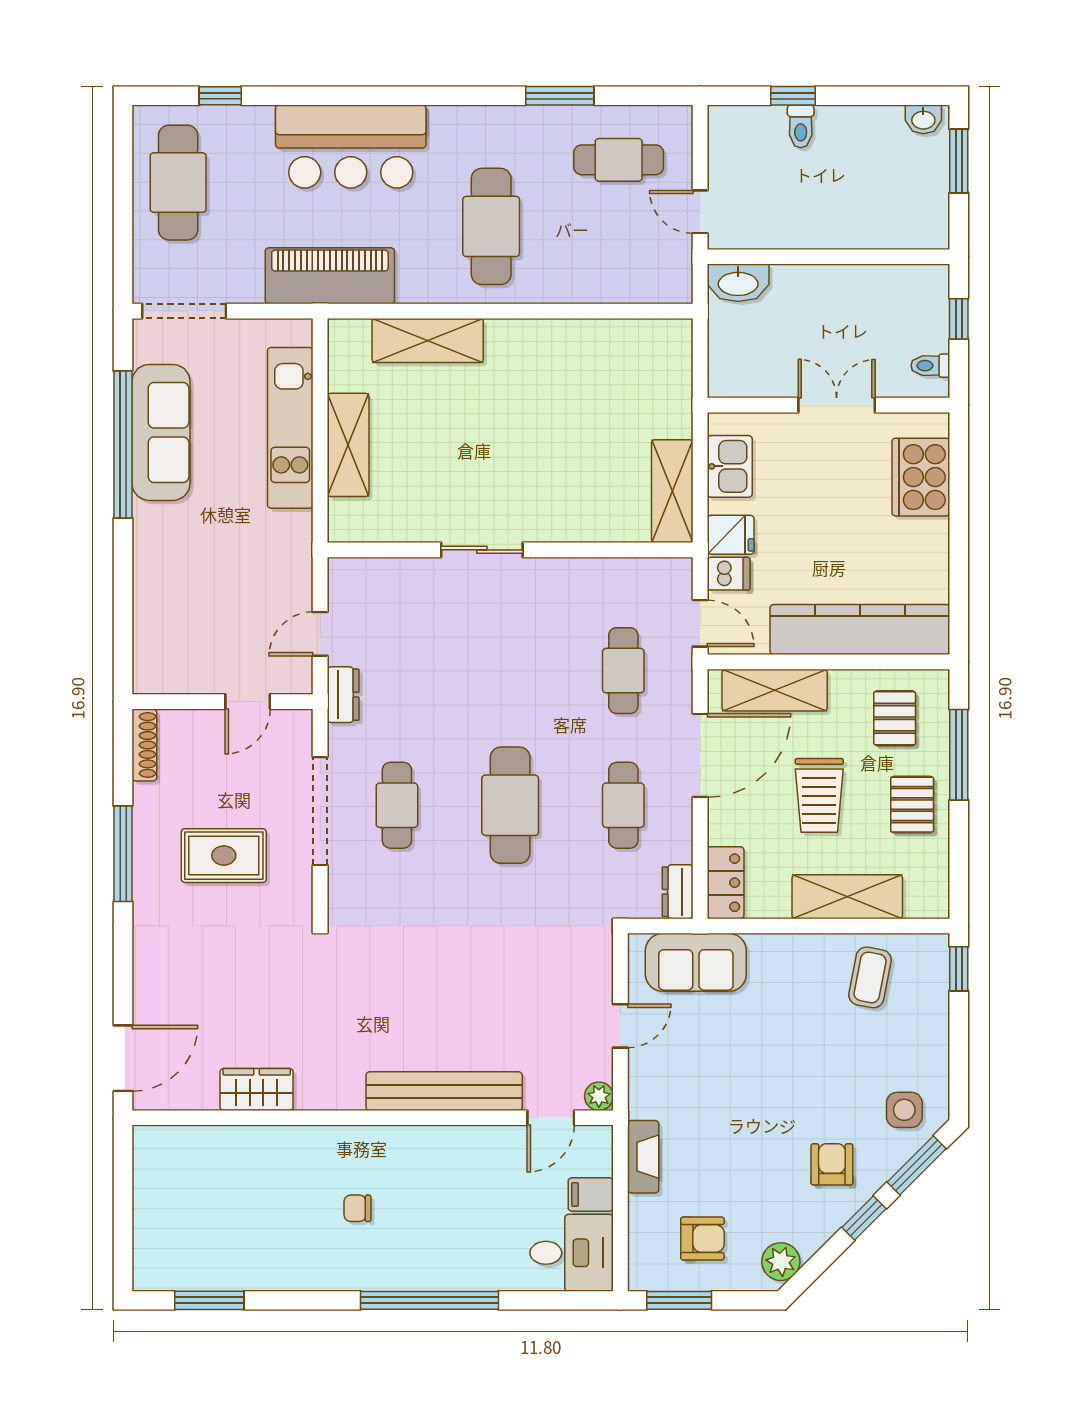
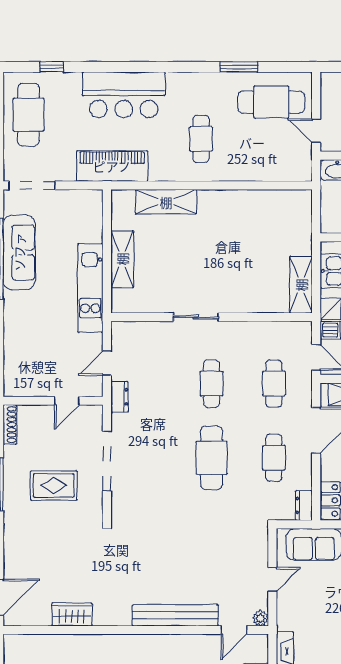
cafe table: (619, 160) -> (271, 102), width x1.37, depth x1.35
cafe table: (491, 226) -> (201, 139), width x0.73, depth x0.74
kitchen unit: (290, 428) -> (90, 288), moved
cafe table: (397, 805) -> (212, 384), moved

